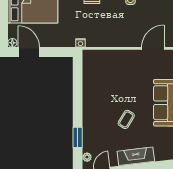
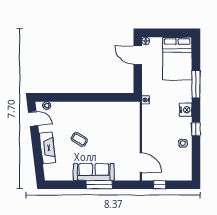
door: (29, 52) -> (138, 55), swing flipped
window: (78, 137) -> (64, 97), removed

